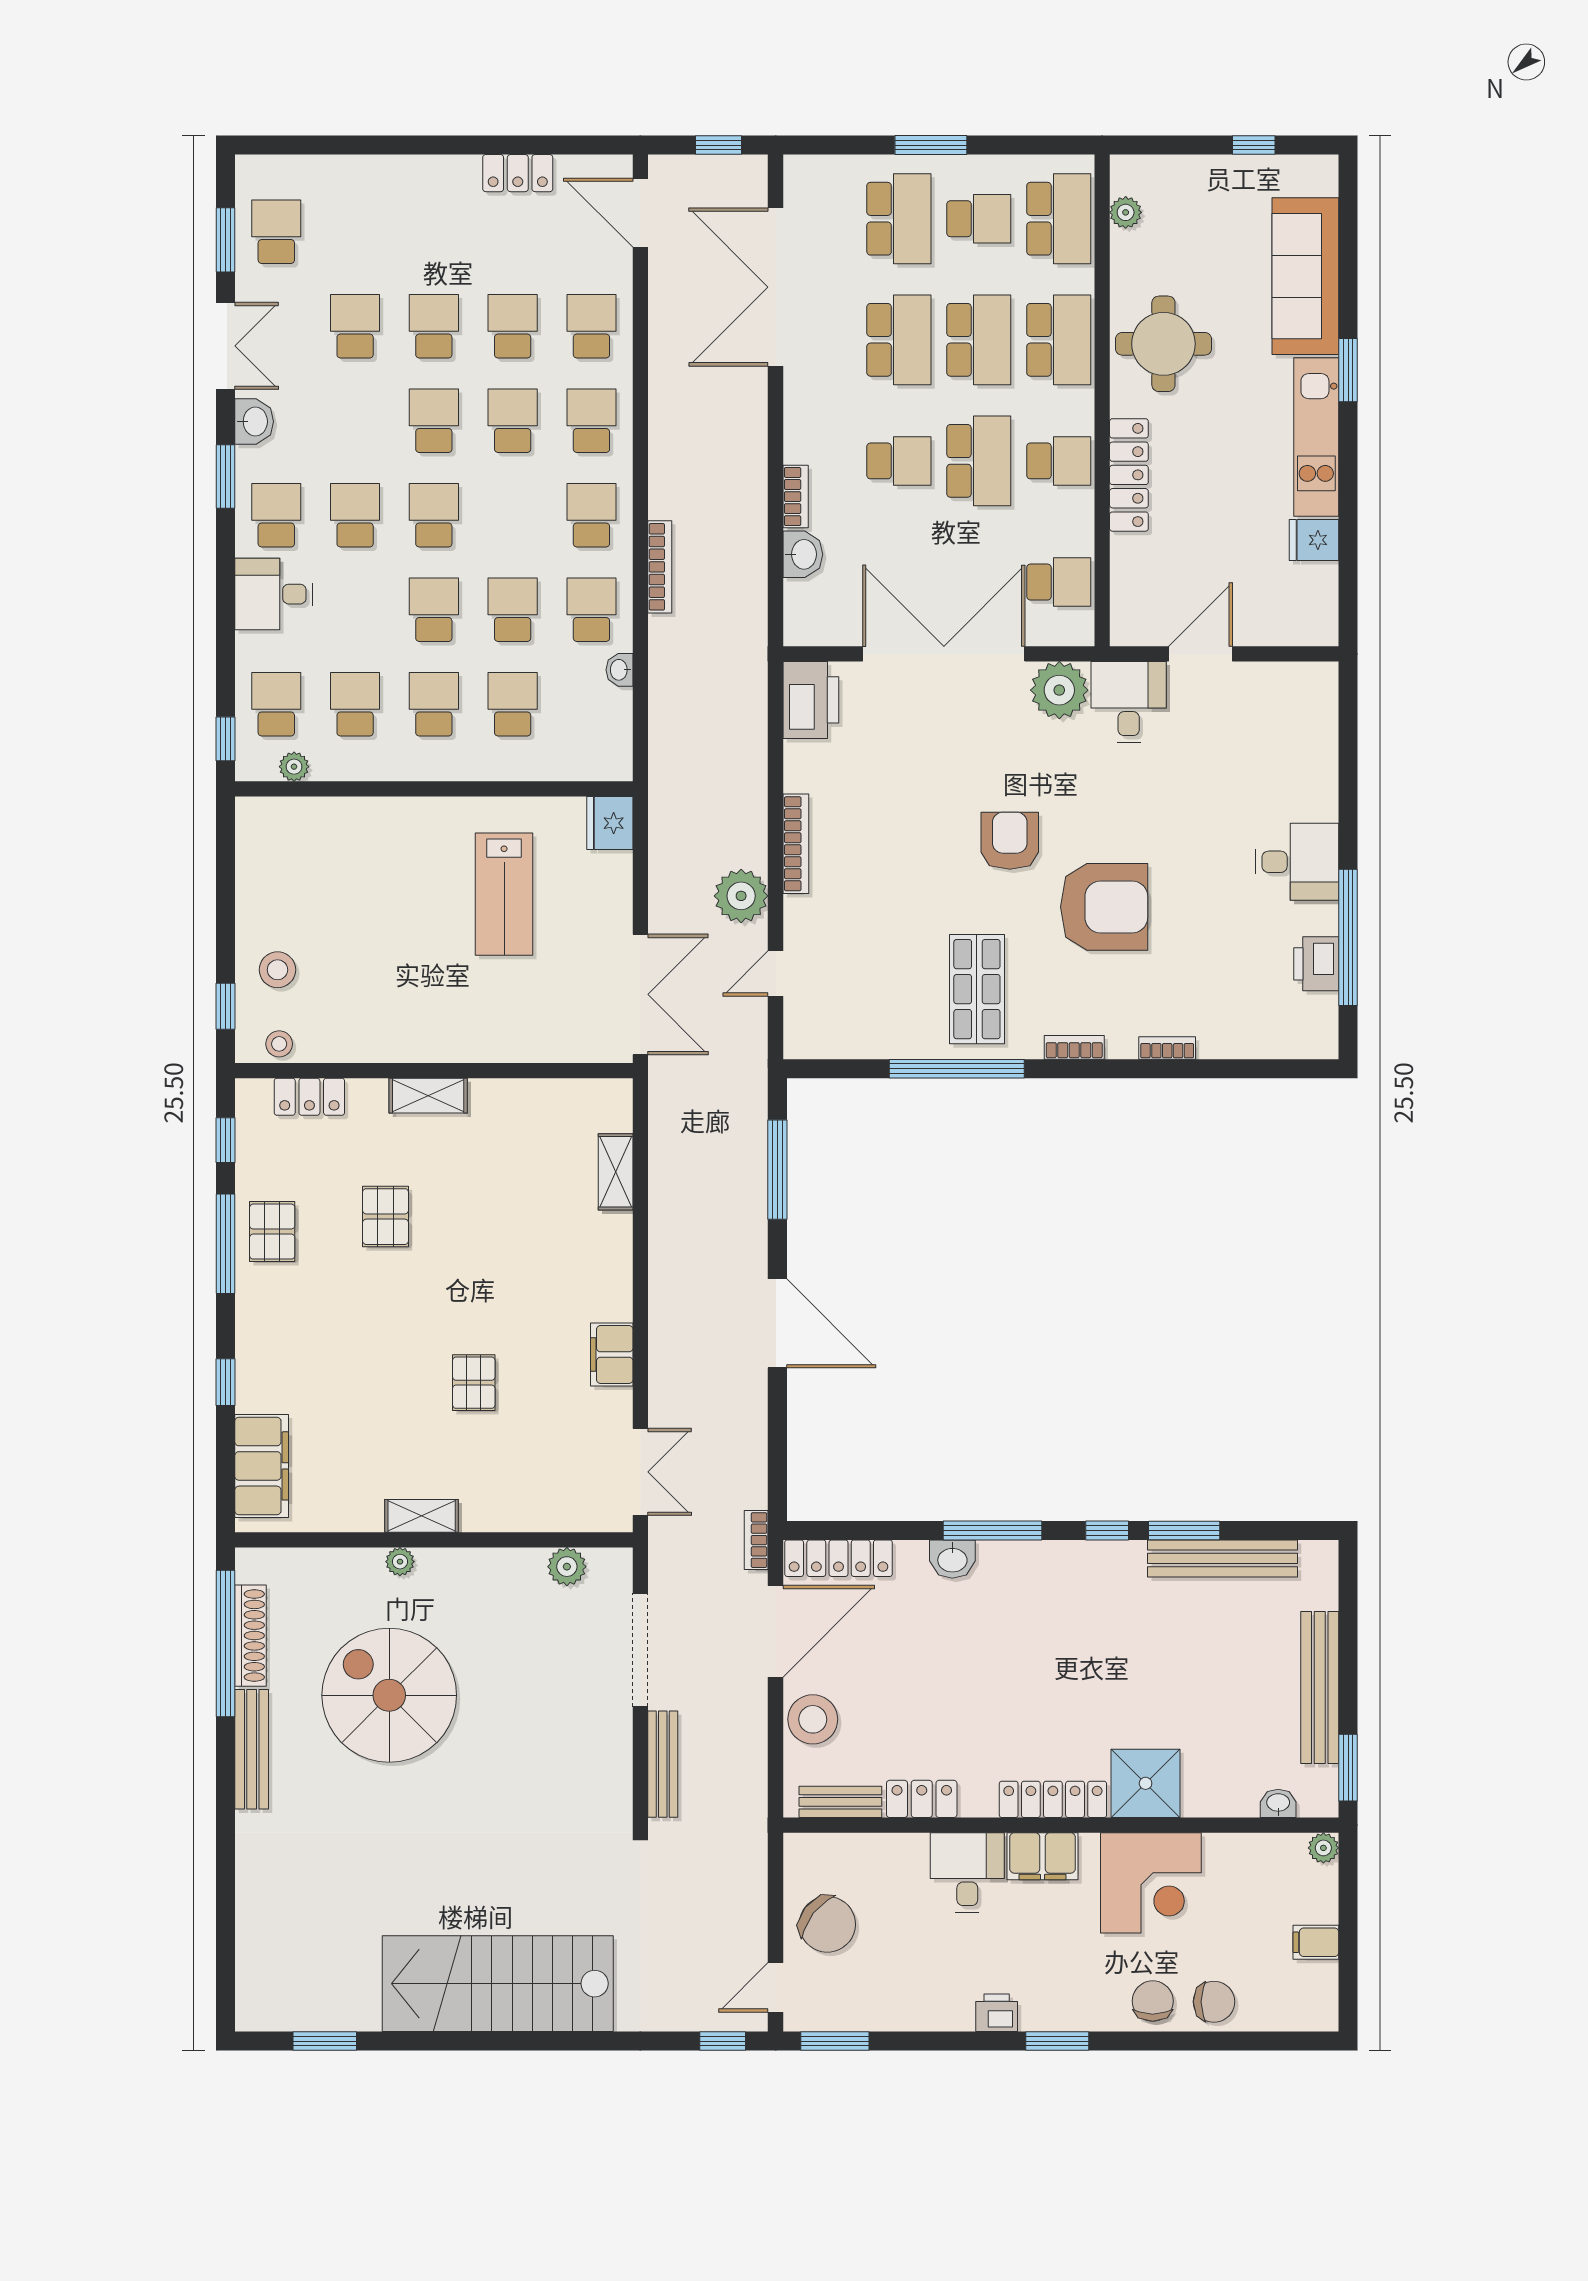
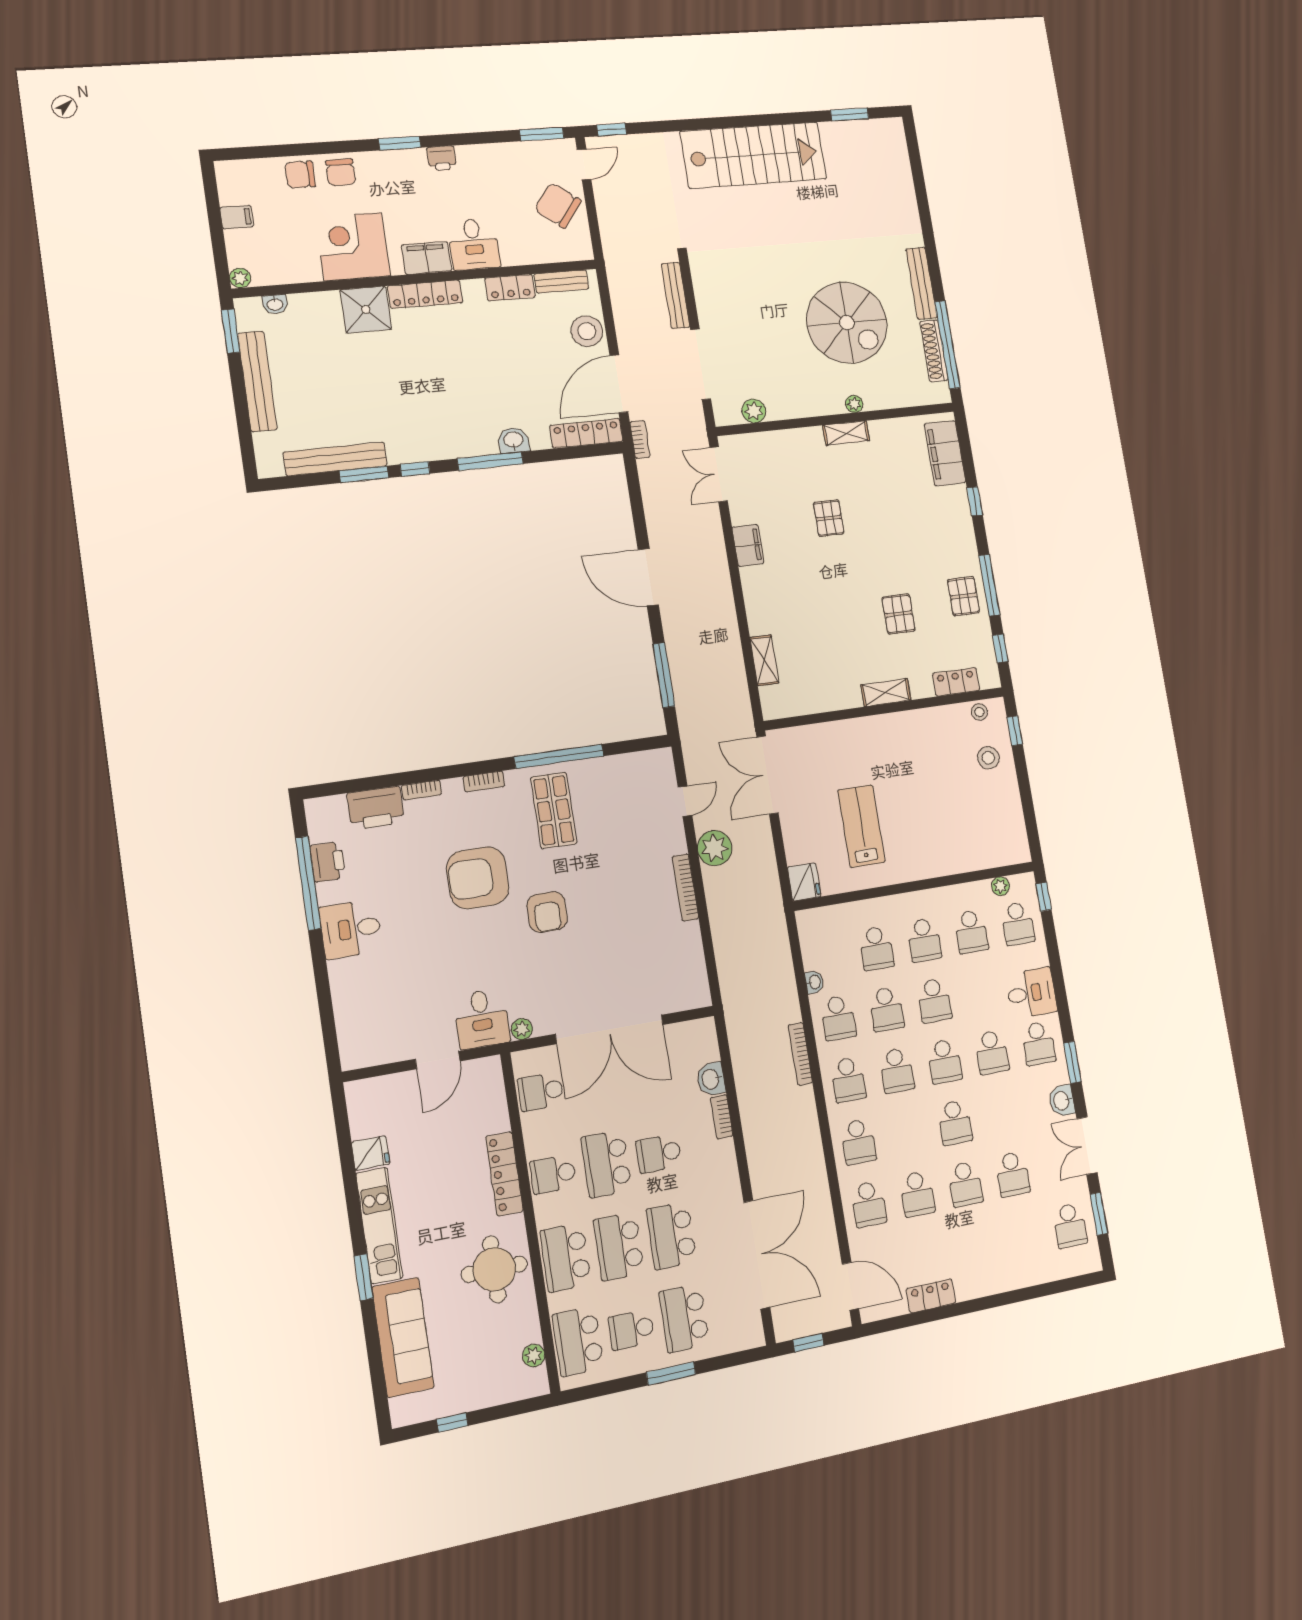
school desk: (513, 421) -> (897, 1070), moved
plant: (1059, 690) -> (522, 1029), width x0.53, depth x0.53
printer: (811, 700) -> (376, 808), moved, turned -90

